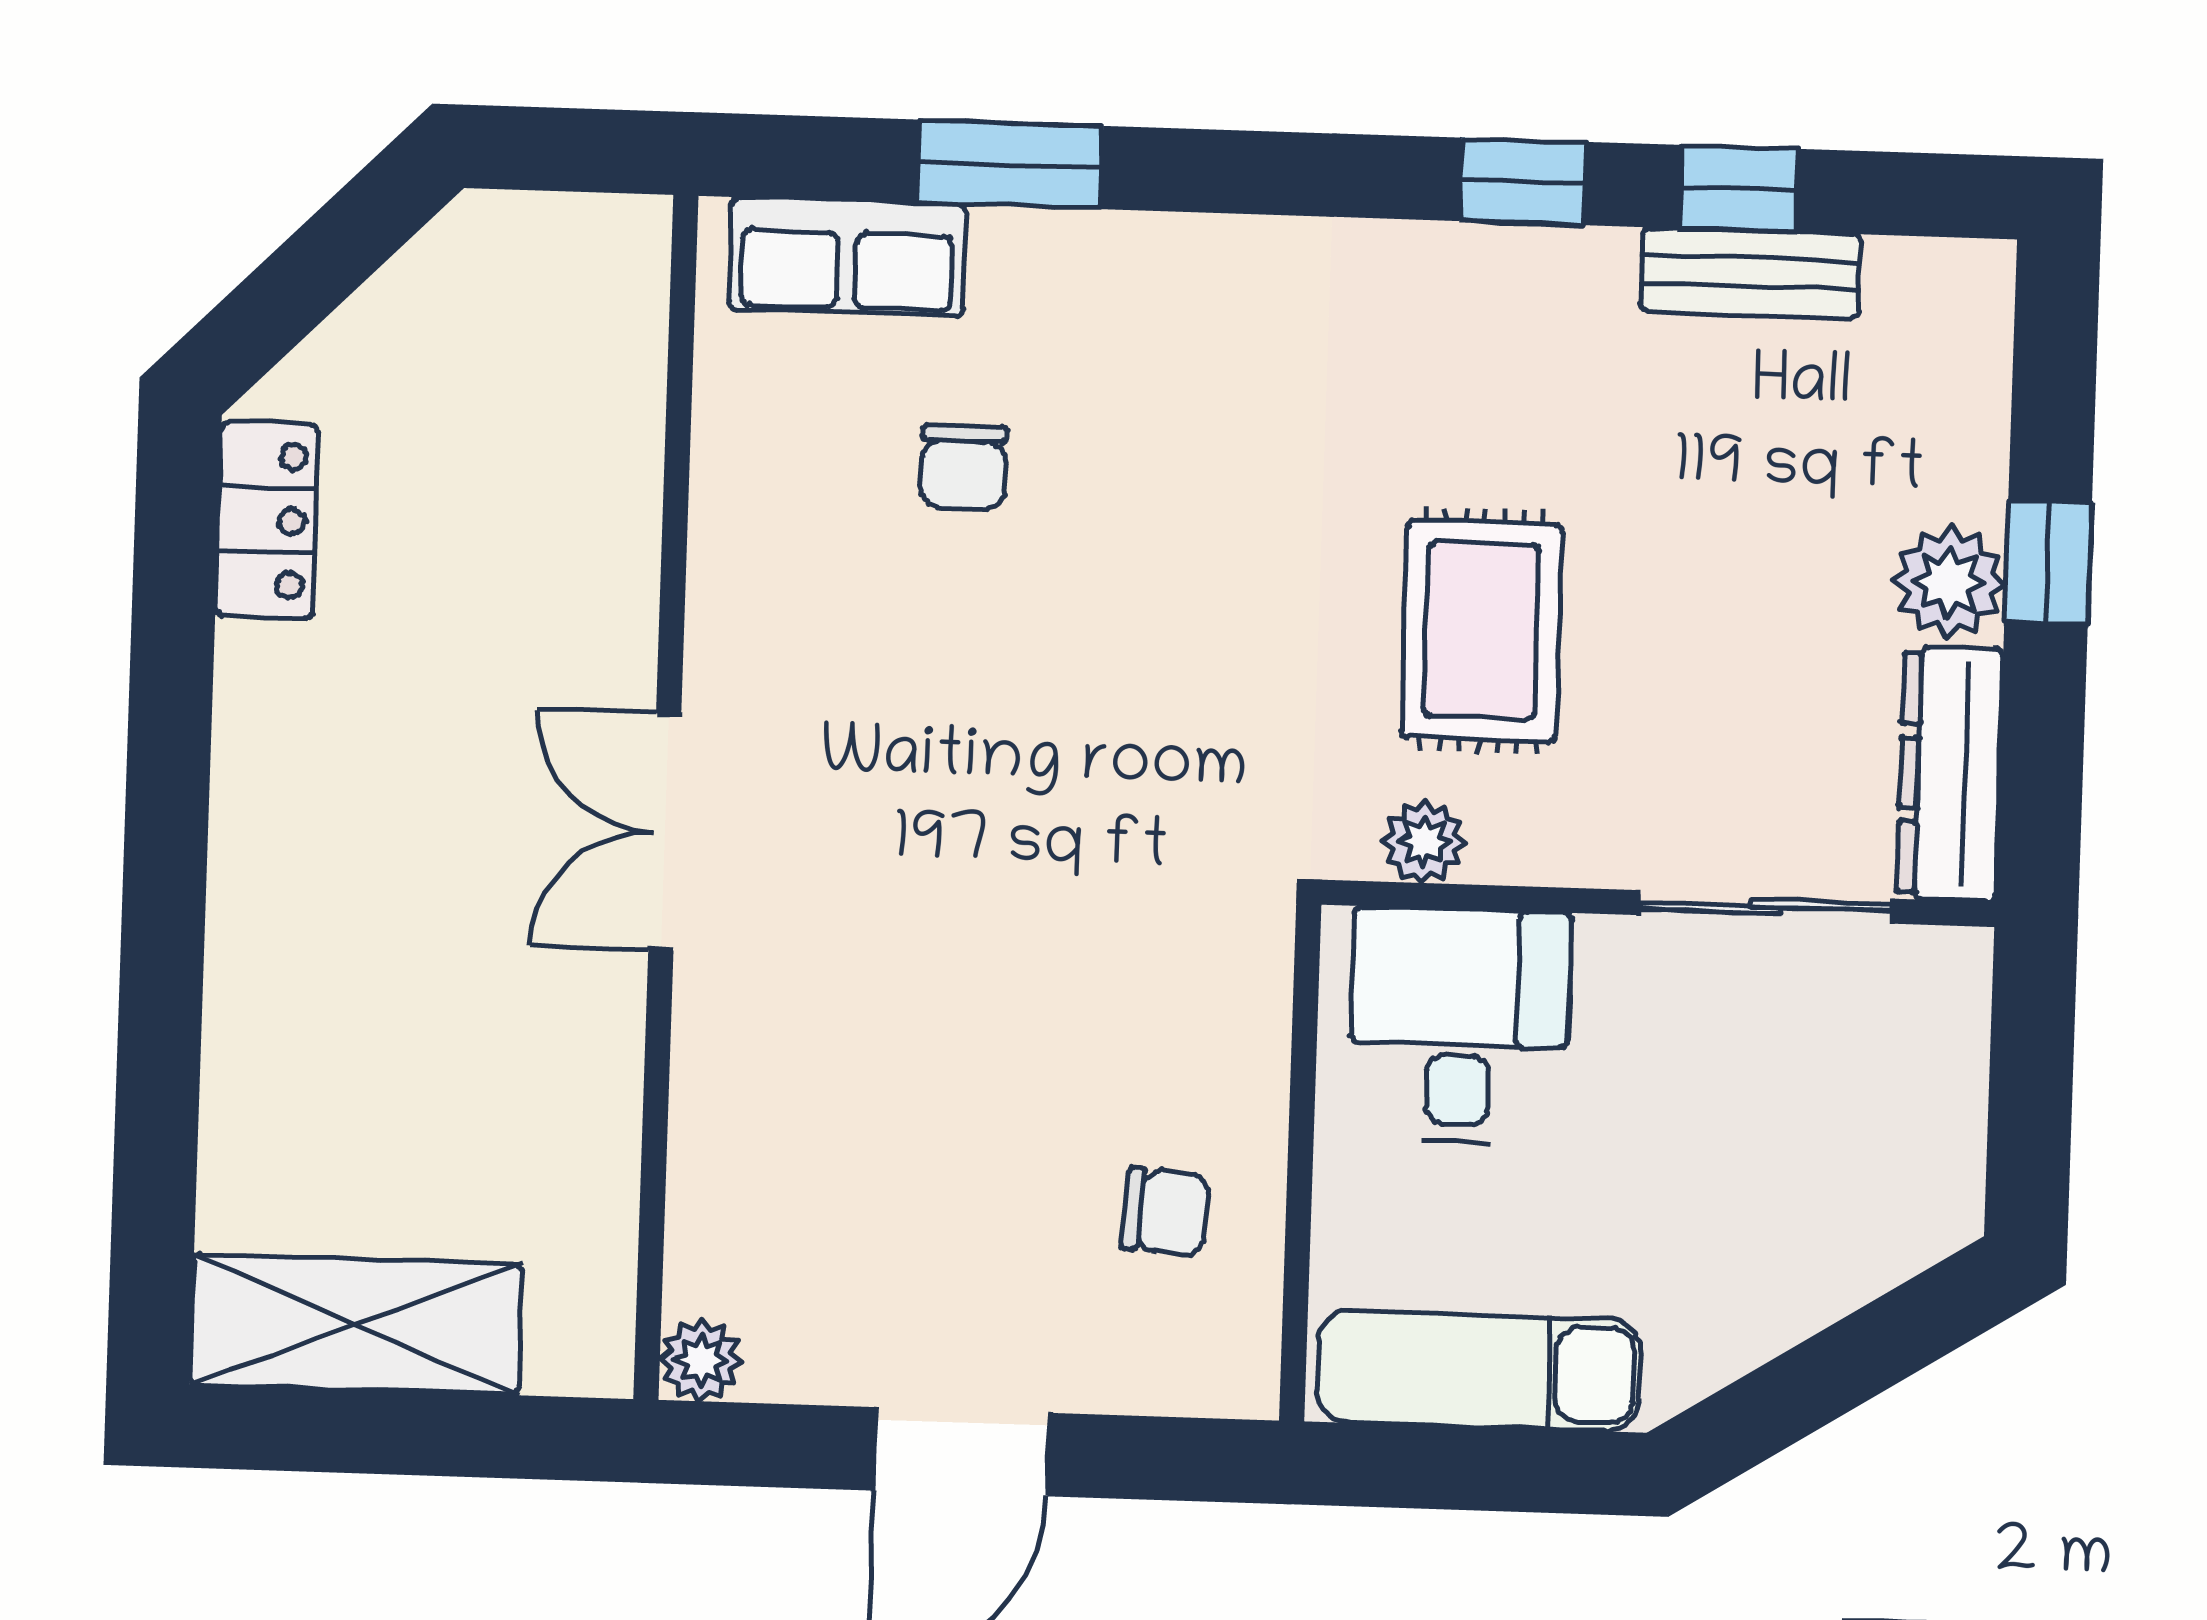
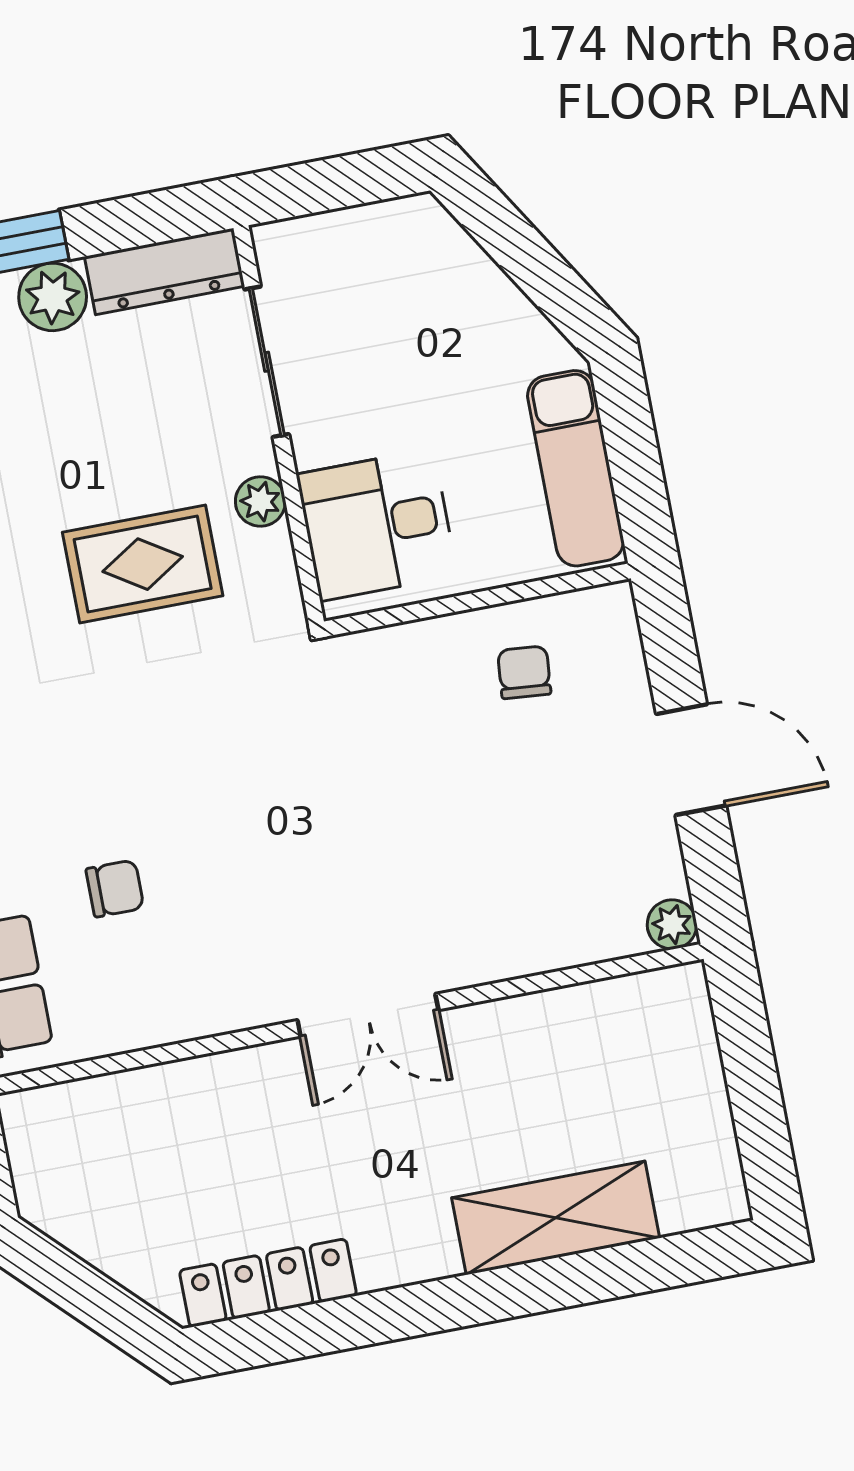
locker: (267, 520) -> (268, 1283), width x1.53
plant: (1424, 842) -> (260, 501), moved
shelving: (356, 1324) -> (556, 1218), moved, turned 90

